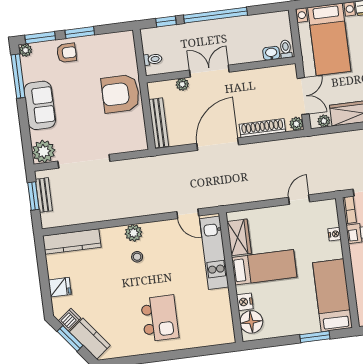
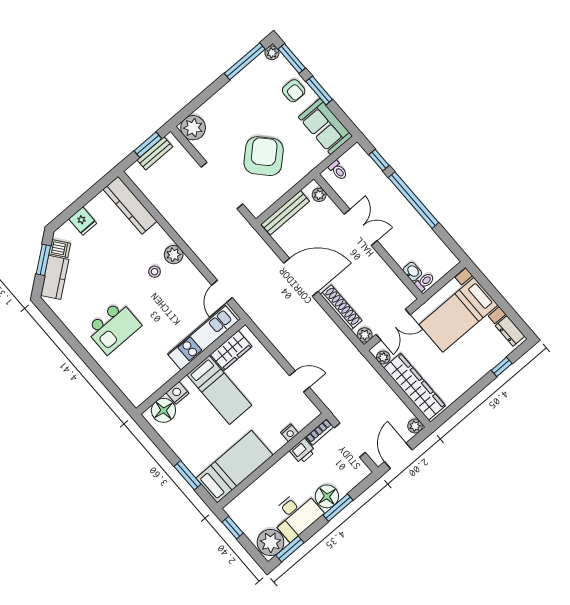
plant: (182, 84) -> (319, 195), moved
armchair: (120, 94) -> (264, 156), moved, turned 47
sofa: (40, 105) -> (325, 127), moved, turned 90
doorway: (84, 161) -> (222, 185), moved

